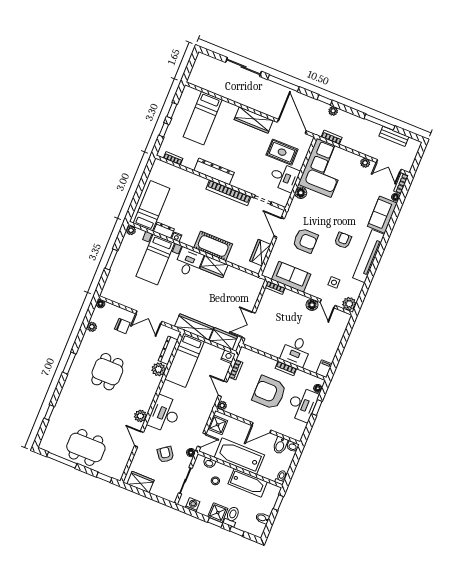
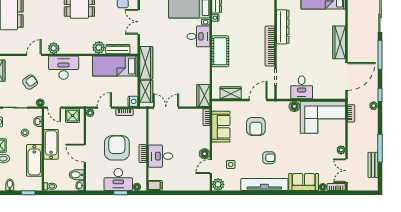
rug: (282, 152) -> (322, 77), removed
wardrobe: (214, 267) -> (203, 95), moved
bathtub: (239, 456) -> (51, 144), width x0.73, depth x0.73

